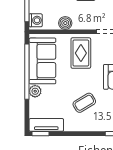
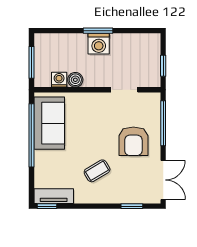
washing machine: (36, 20) -> (59, 80), moved, turned -90
rug: (81, 53) -> (93, 114), removed
plant: (35, 91) -> (41, 158), removed

